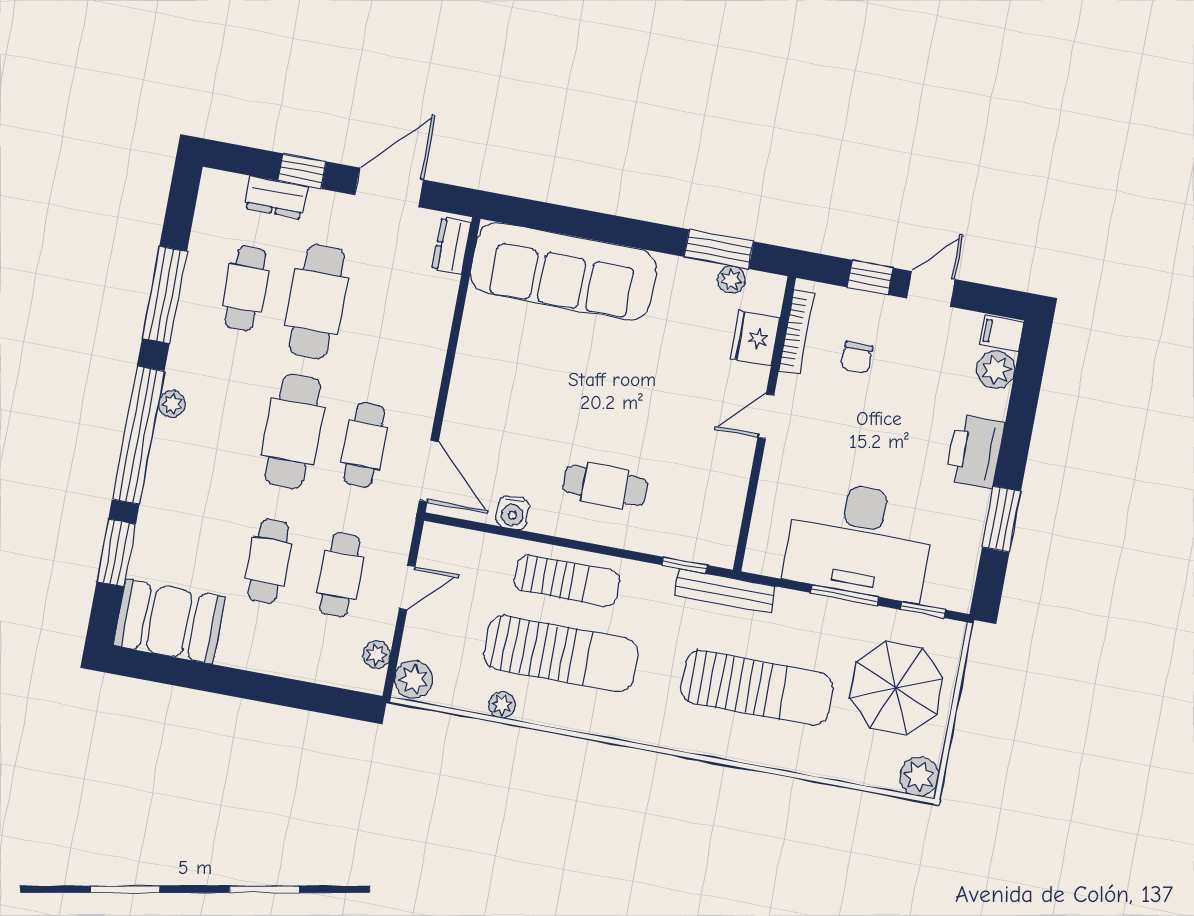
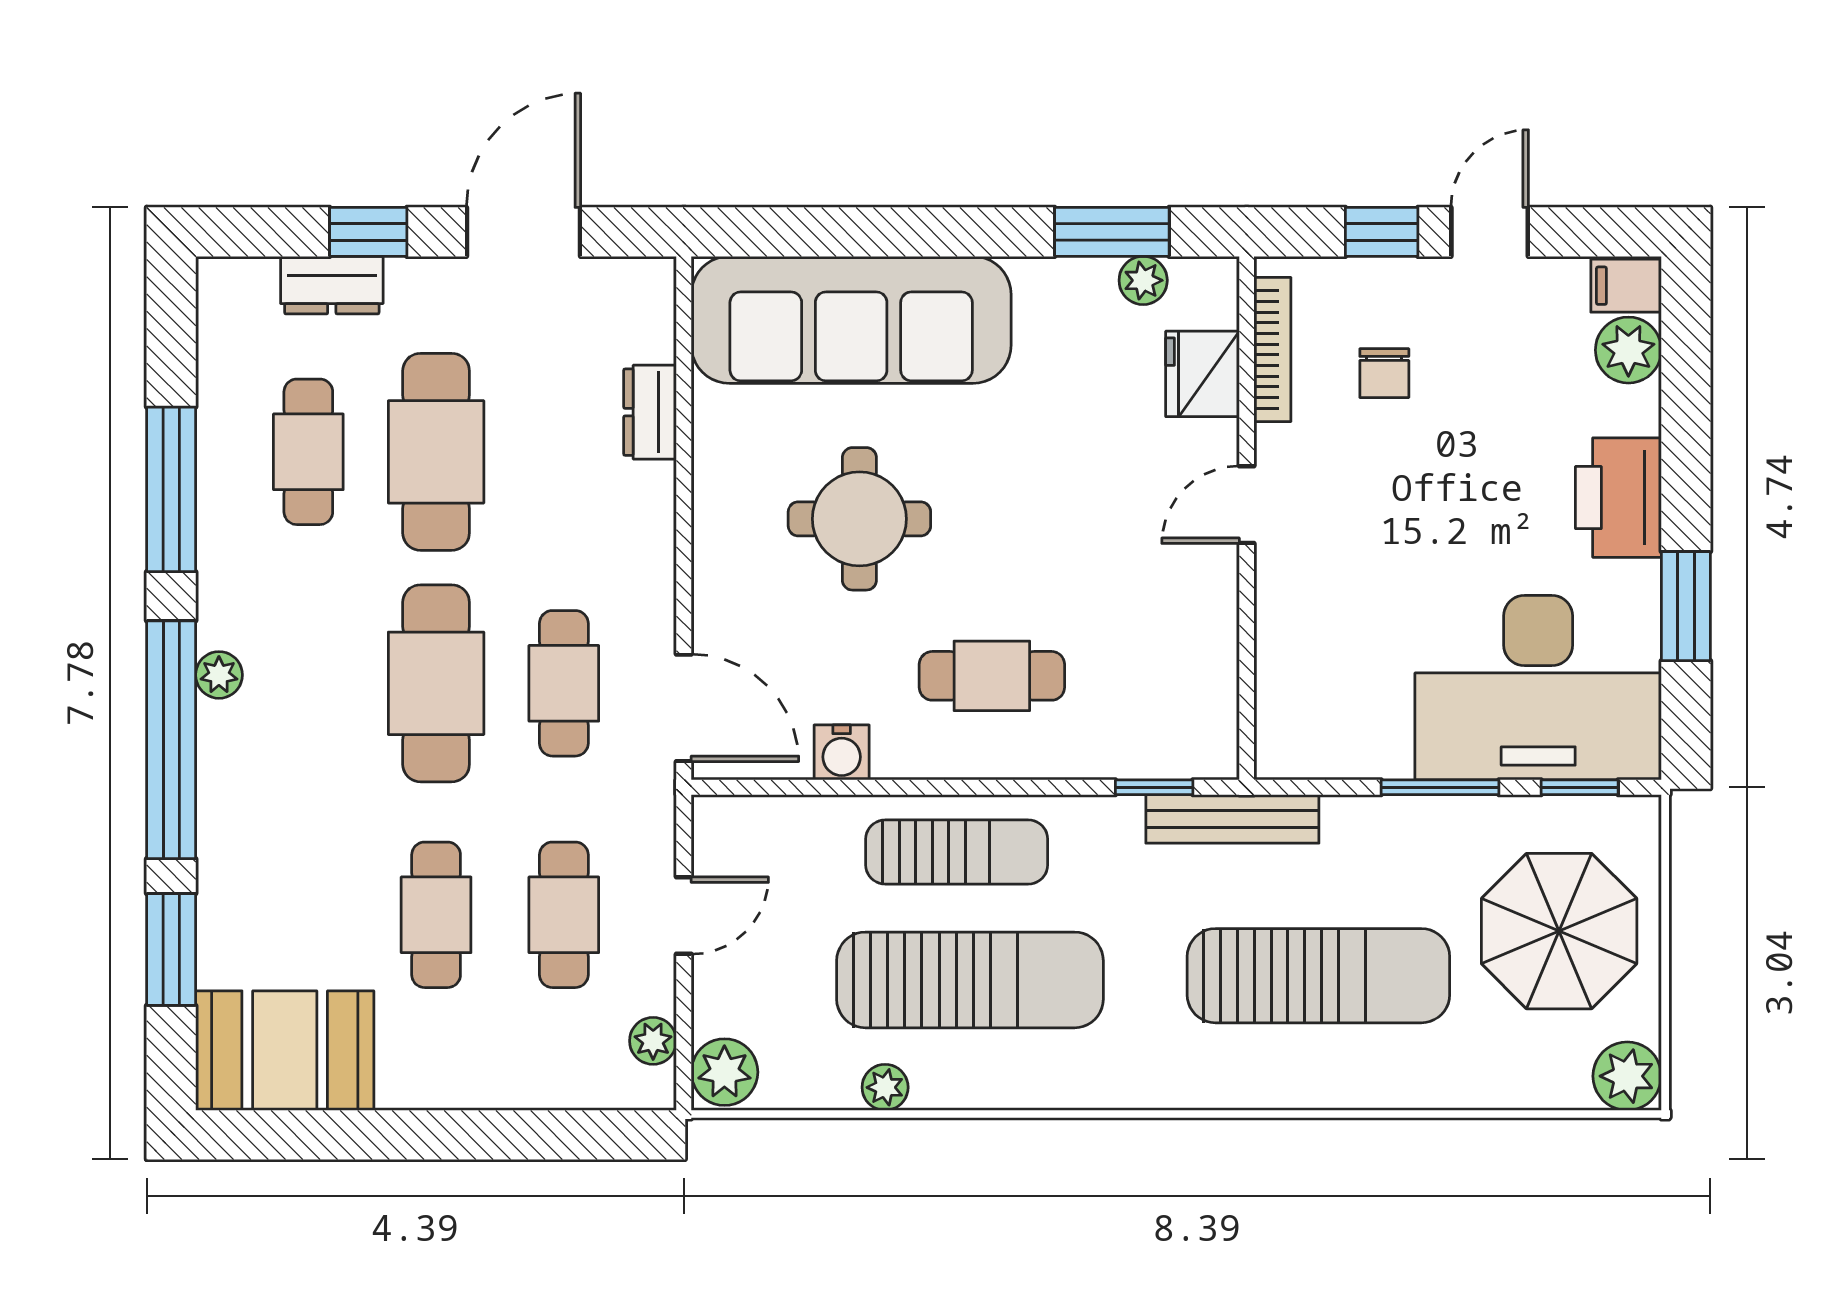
dresser: (452, 246) -> (650, 412), moved
round table: (547, 384) -> (859, 519), added
desk: (860, 540) -> (1538, 688), moved

